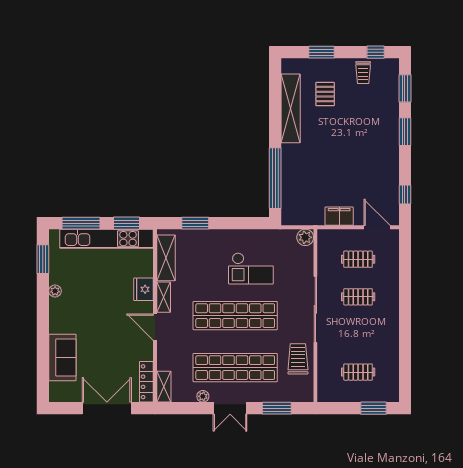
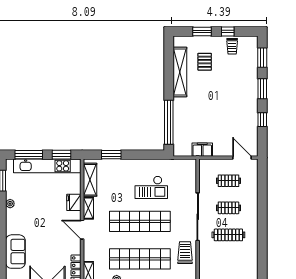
window: (376, 52) -> (228, 32), moved
window: (405, 194) -> (262, 120), moved
filing cabinet: (339, 216) -> (202, 150), moved
plant: (305, 237) -> (190, 165), removed
clothes rail: (358, 372) -> (228, 235), moved, width x1.36

